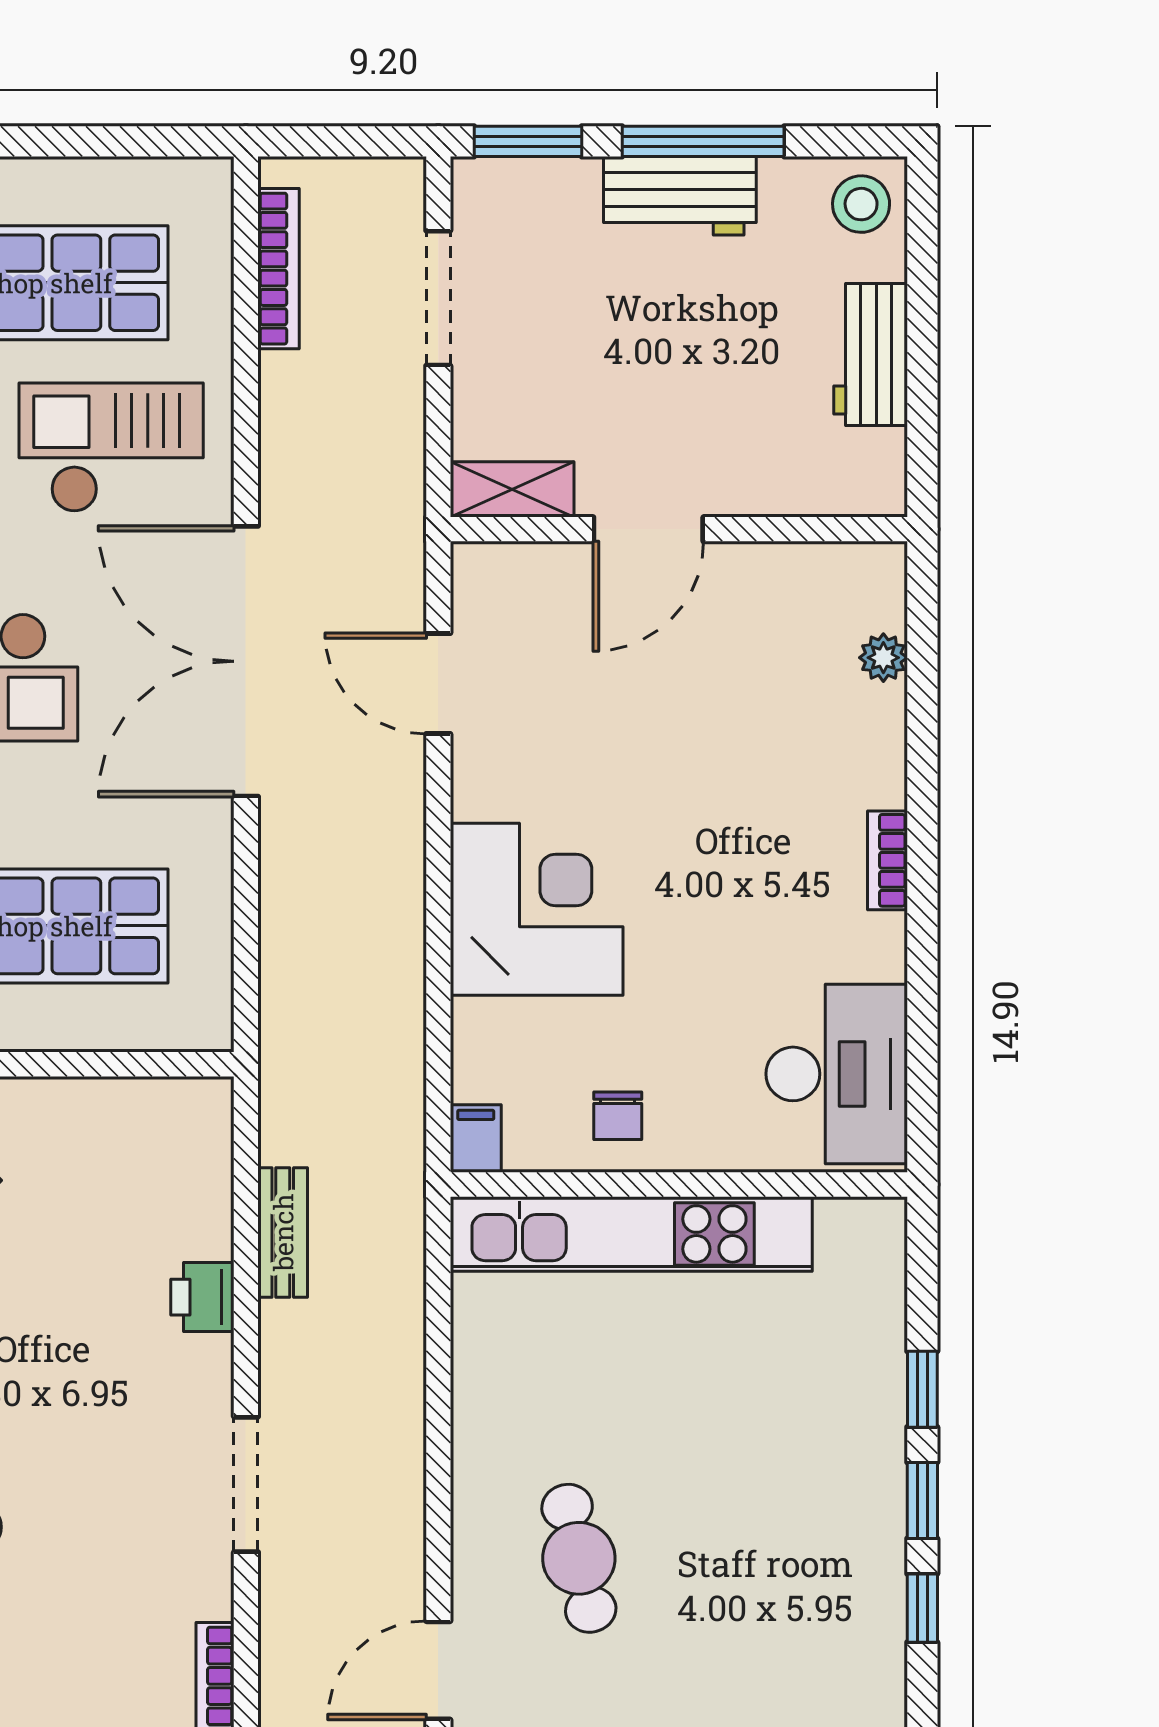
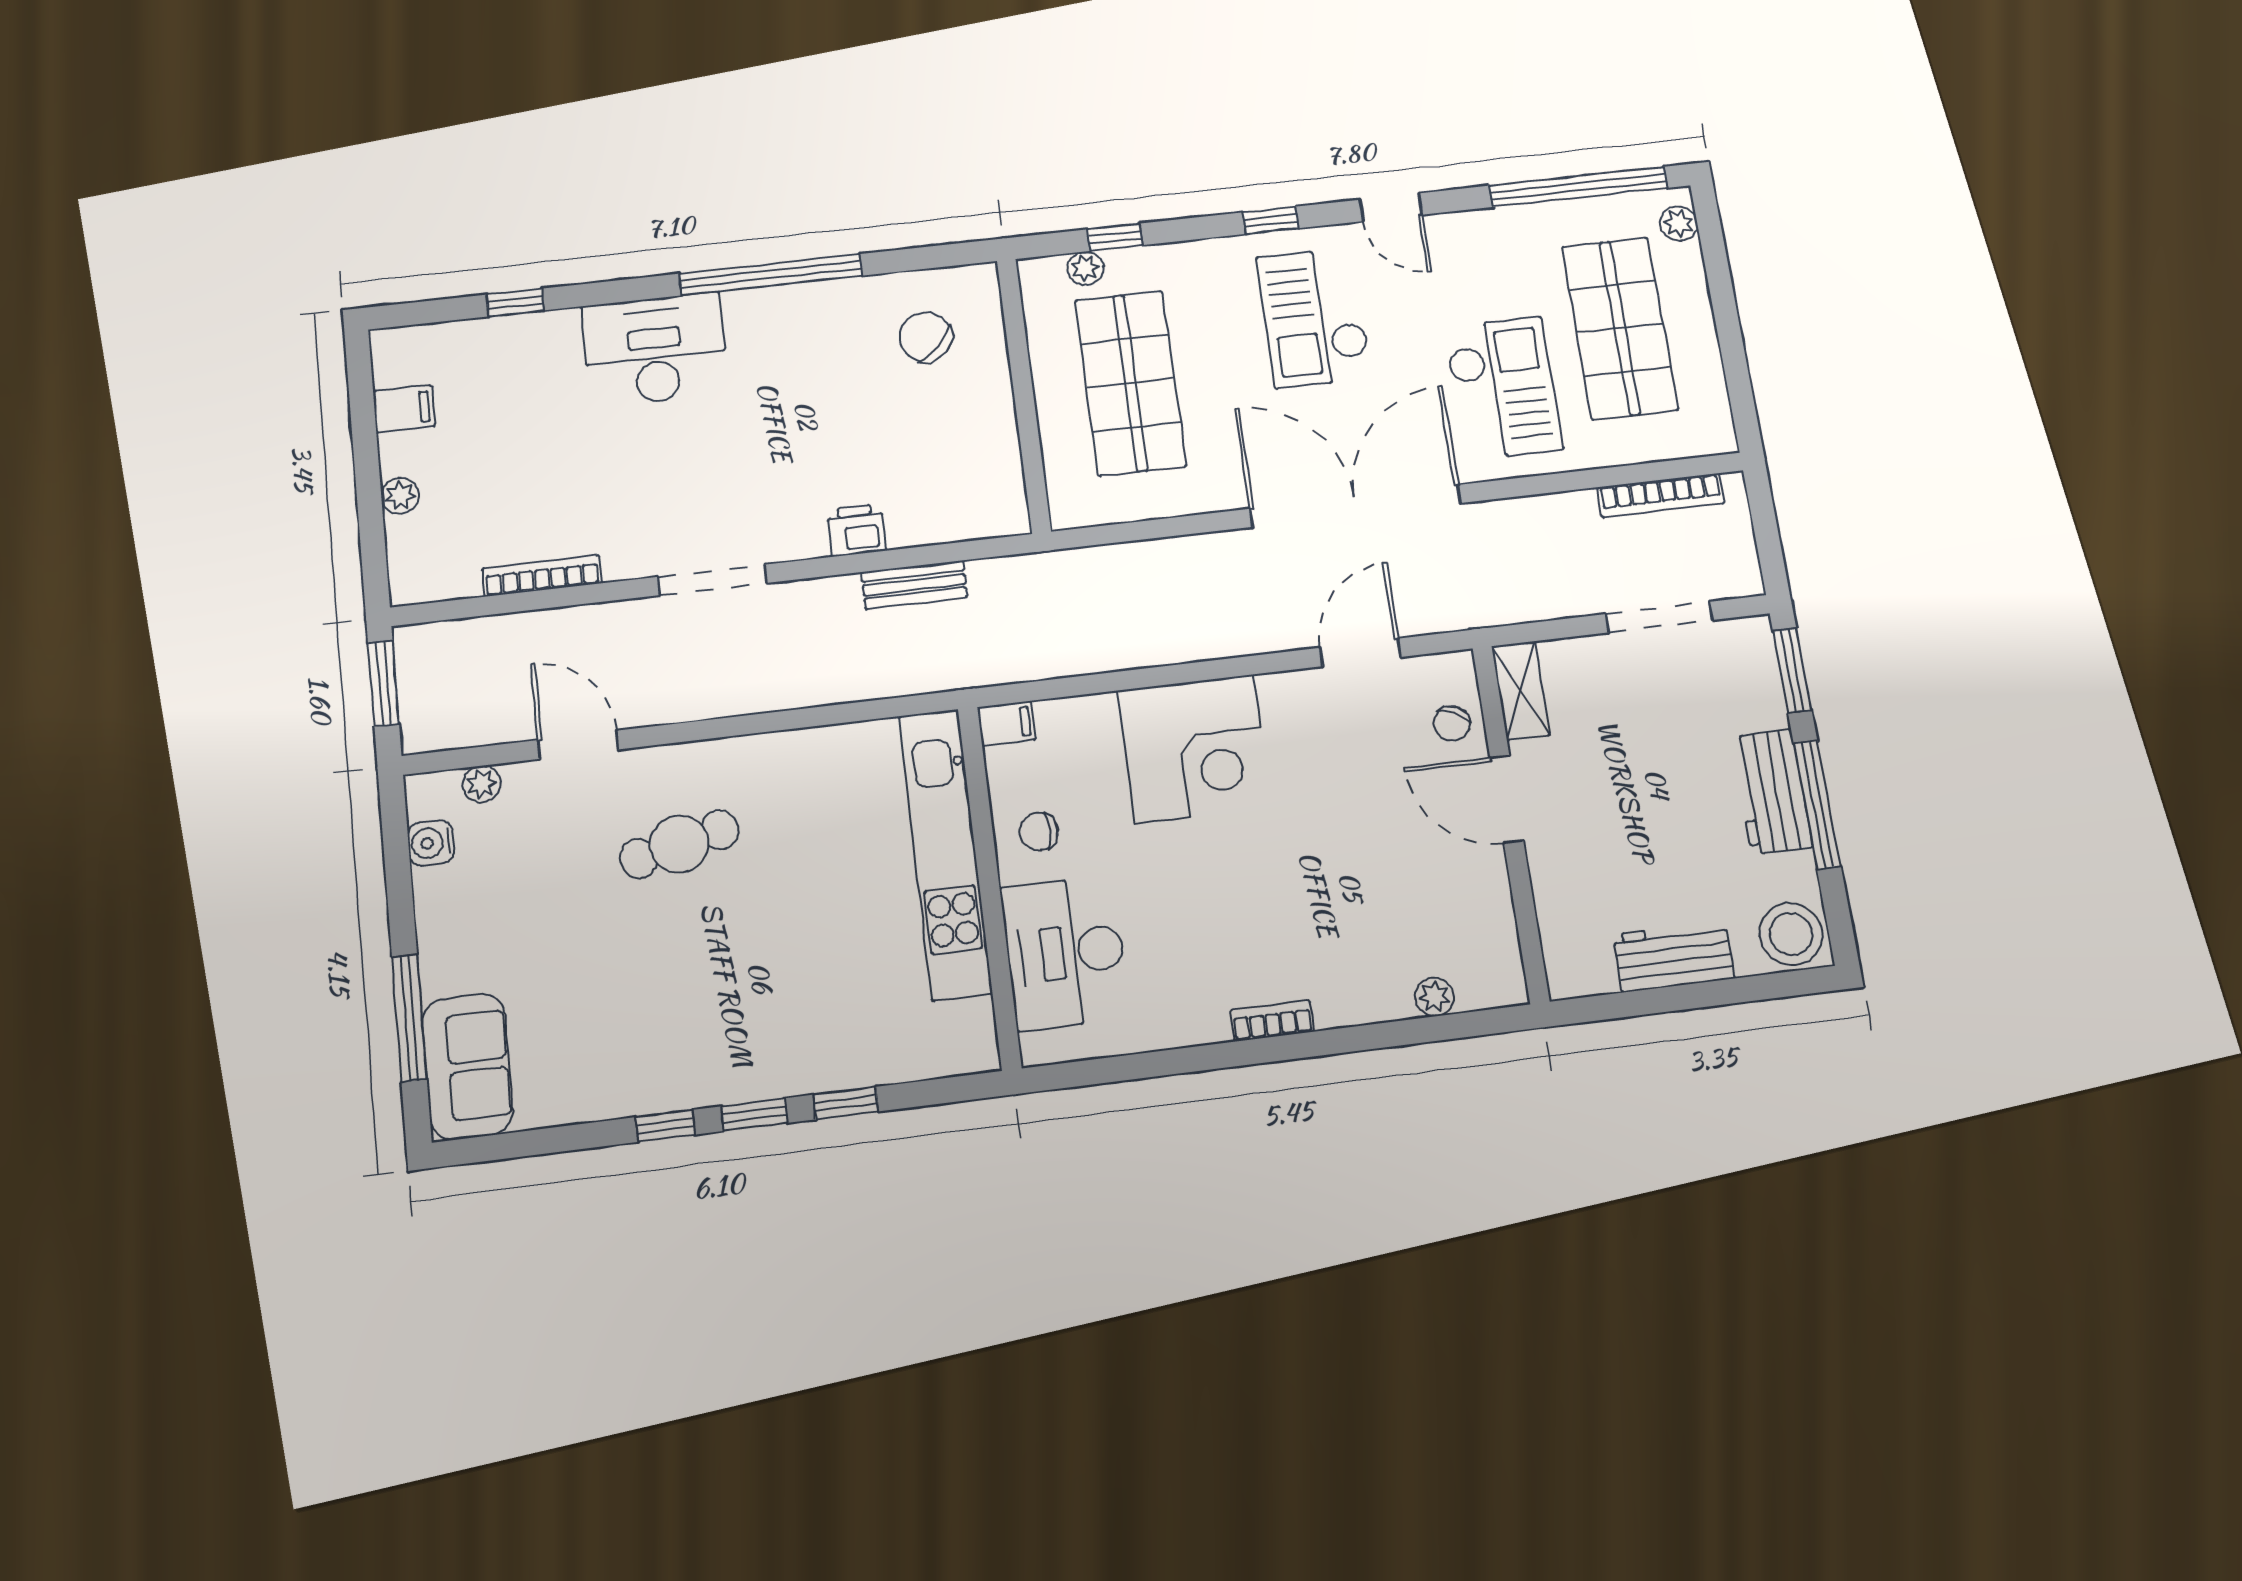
stool: (861, 204) -> (1791, 934), width x1.38, depth x1.38
chair: (544, 583) -> (1452, 724), added
desk: (837, 1074) -> (1065, 953), moved, turned 90

